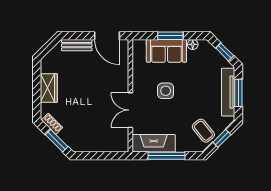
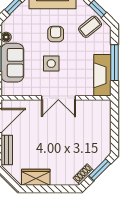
wardrobe: (49, 88) -> (36, 177), moved
armchair: (196, 95) -> (56, 34), added
double door: (130, 110) -> (58, 98), moved

